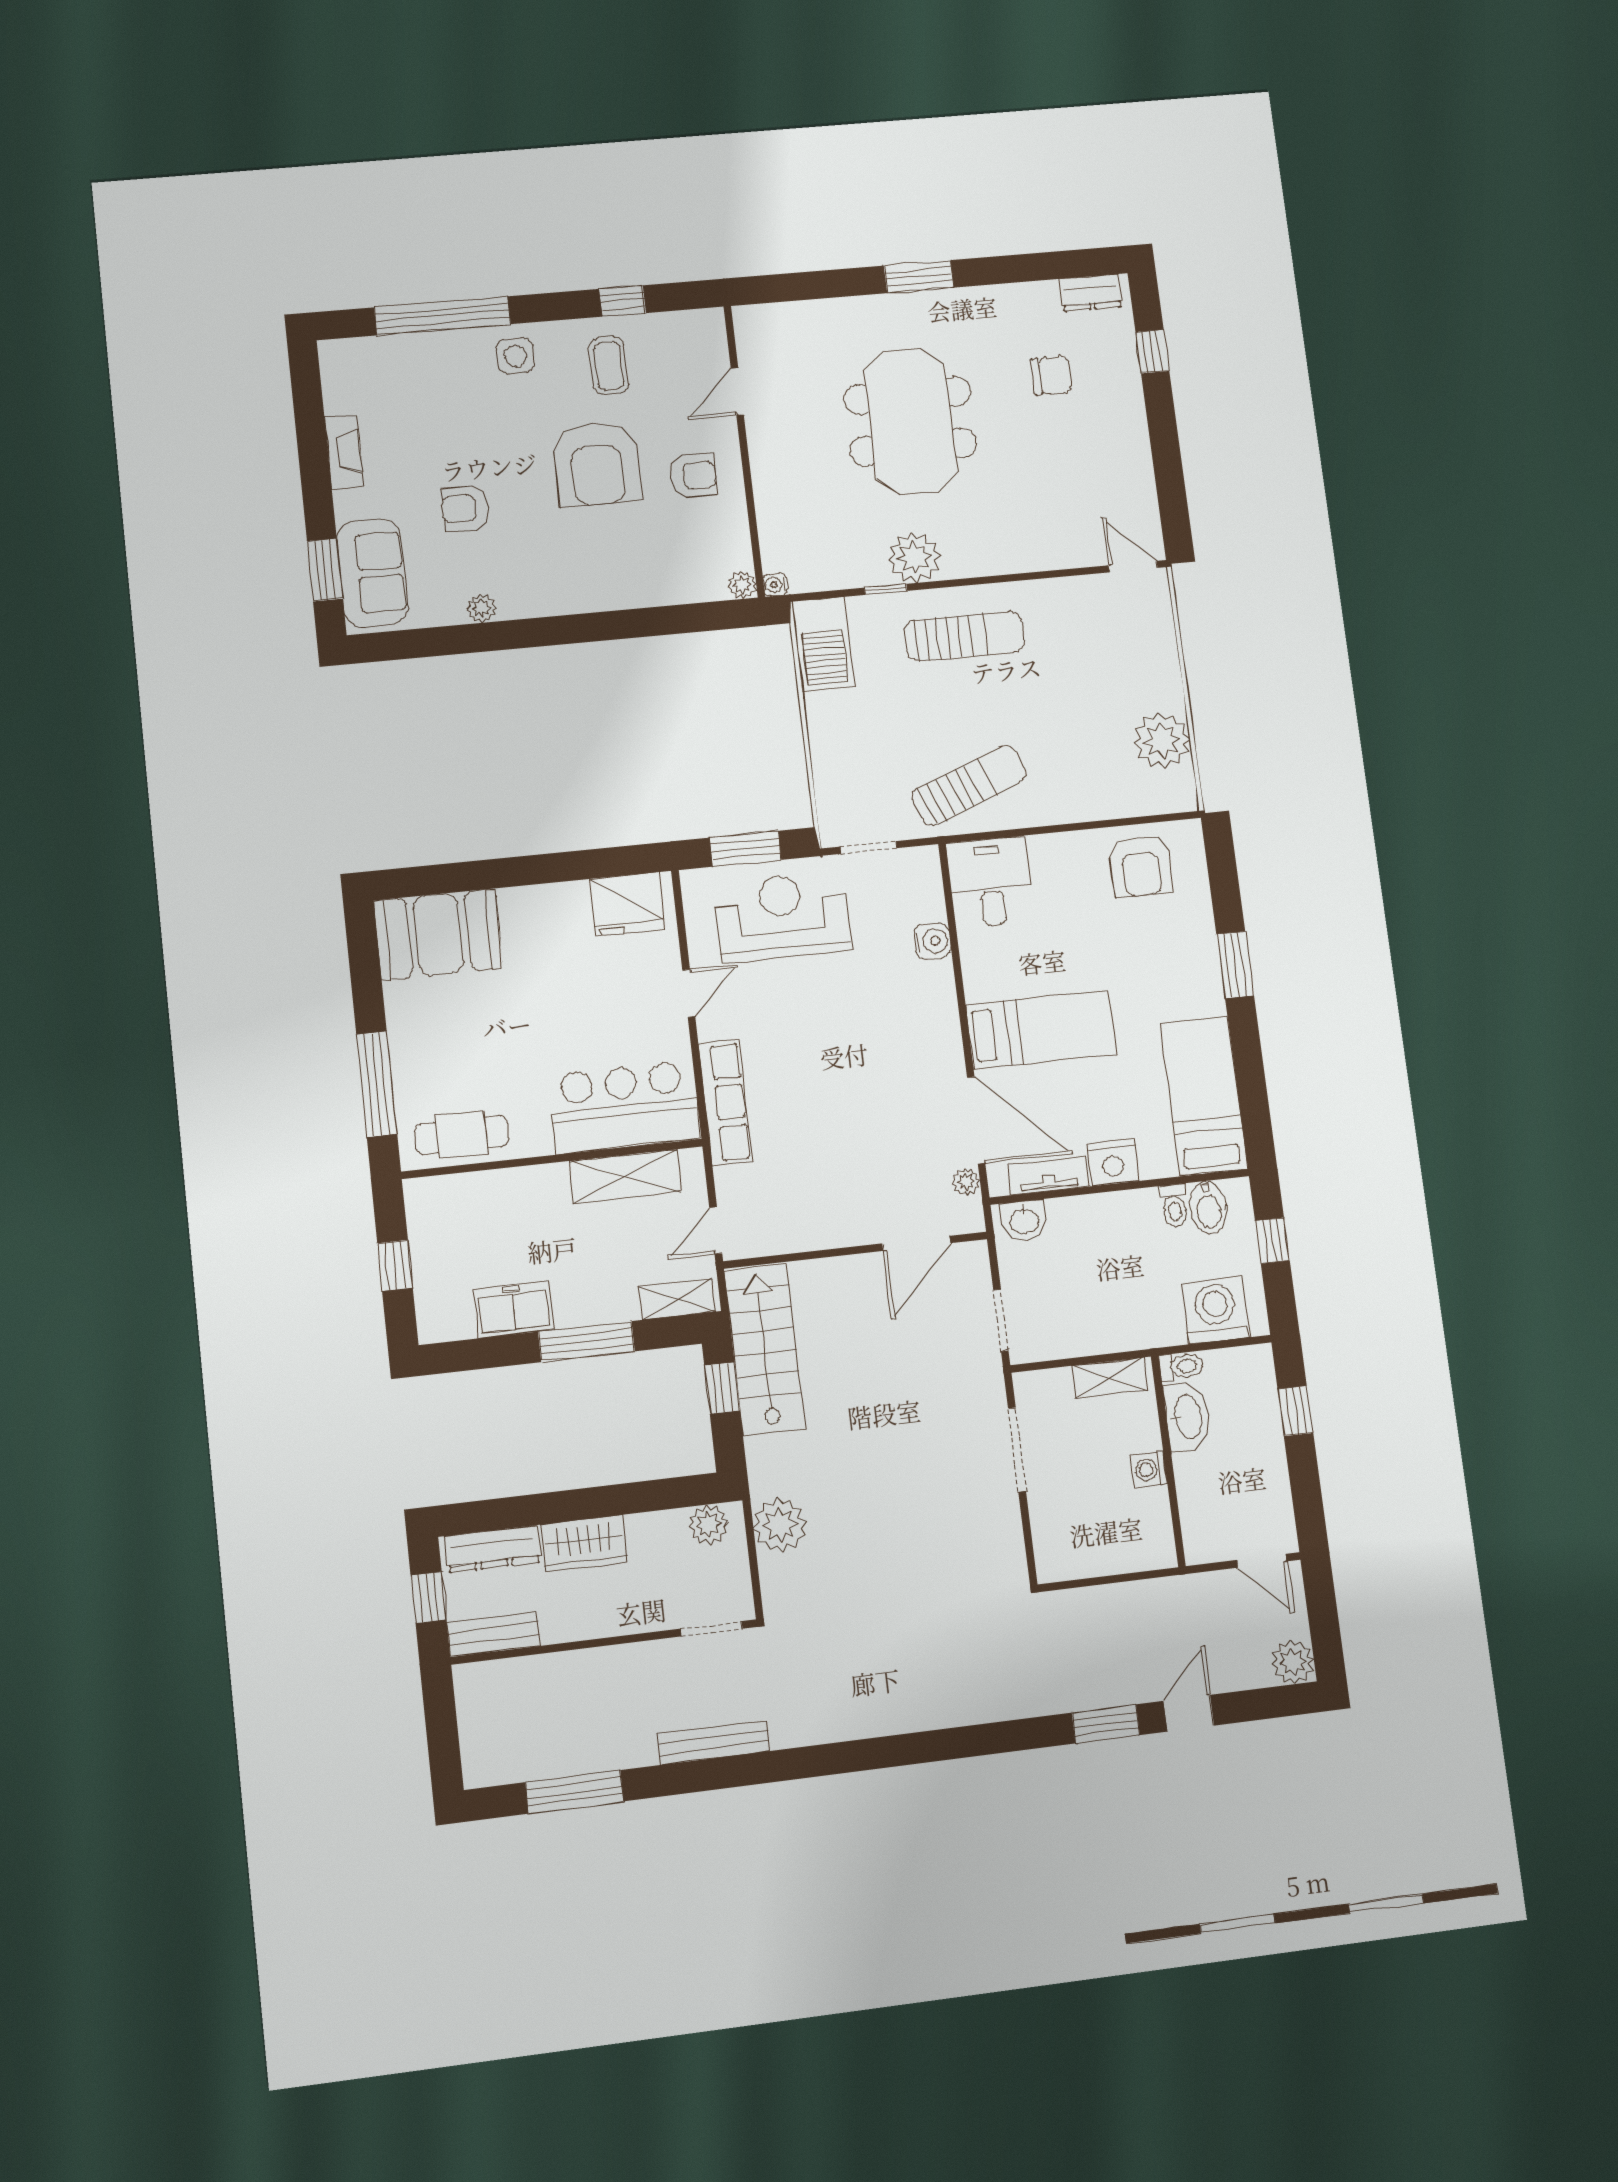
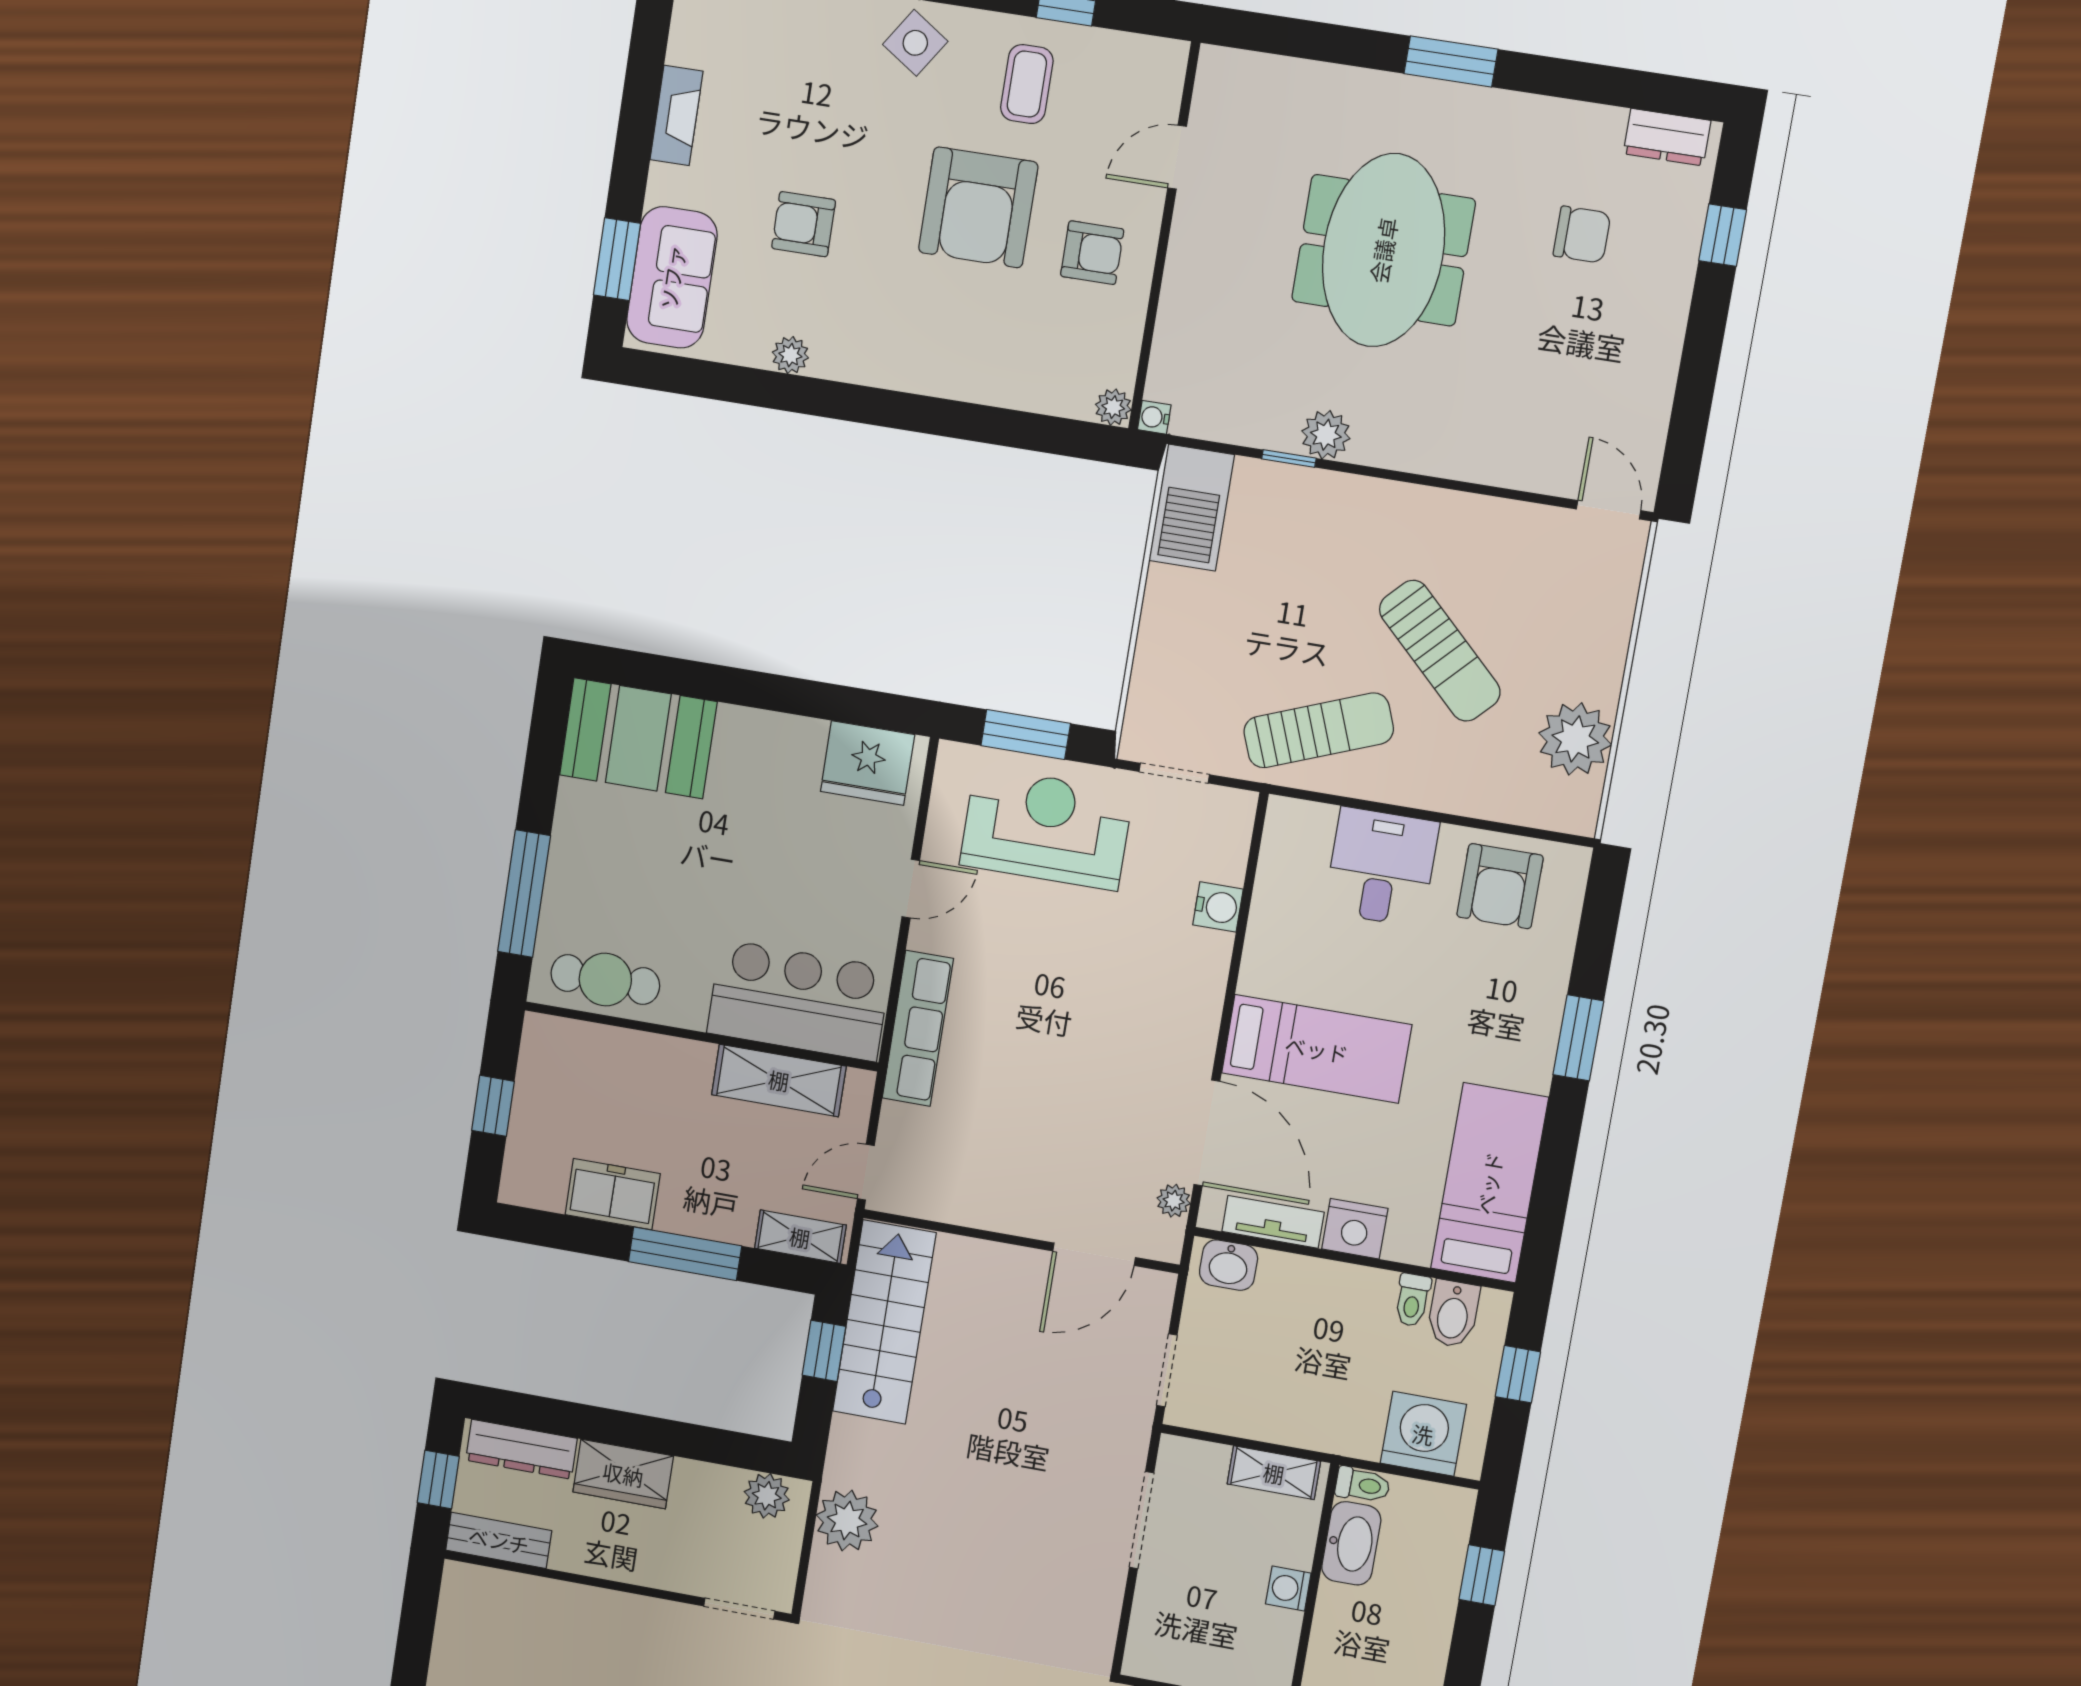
side table: (515, 356) -> (915, 43), turned 34
plant: (914, 558) -> (1326, 435), width x0.73, depth x0.73
sun lounger: (964, 636) -> (1440, 651), moved, turned 44
desk: (990, 882) -> (1381, 867), moved

